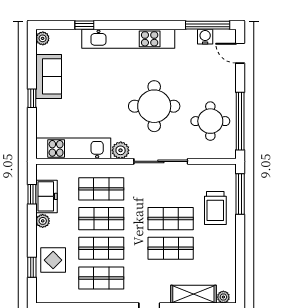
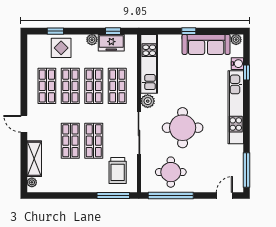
water cooler: (205, 37) -> (237, 64), moved
sofa: (49, 76) -> (206, 44), width x1.36
trolley: (215, 208) -> (118, 171), moved, turned -90

